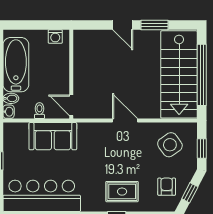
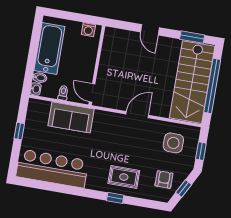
window: (154, 25) -> (192, 37), moved
door: (125, 121) -> (137, 115), hinge flipped
side table: (170, 145) -> (173, 143), turned 35

